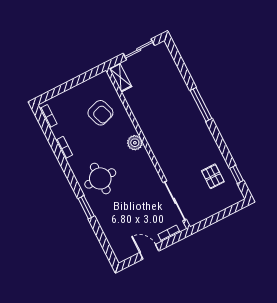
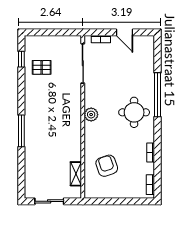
shelving: (120, 78) -> (76, 174), moved
plant: (135, 143) -> (91, 115), moved
pallet: (213, 176) -> (42, 67), turned 90
window: (86, 207) -> (157, 95), width x2.11

